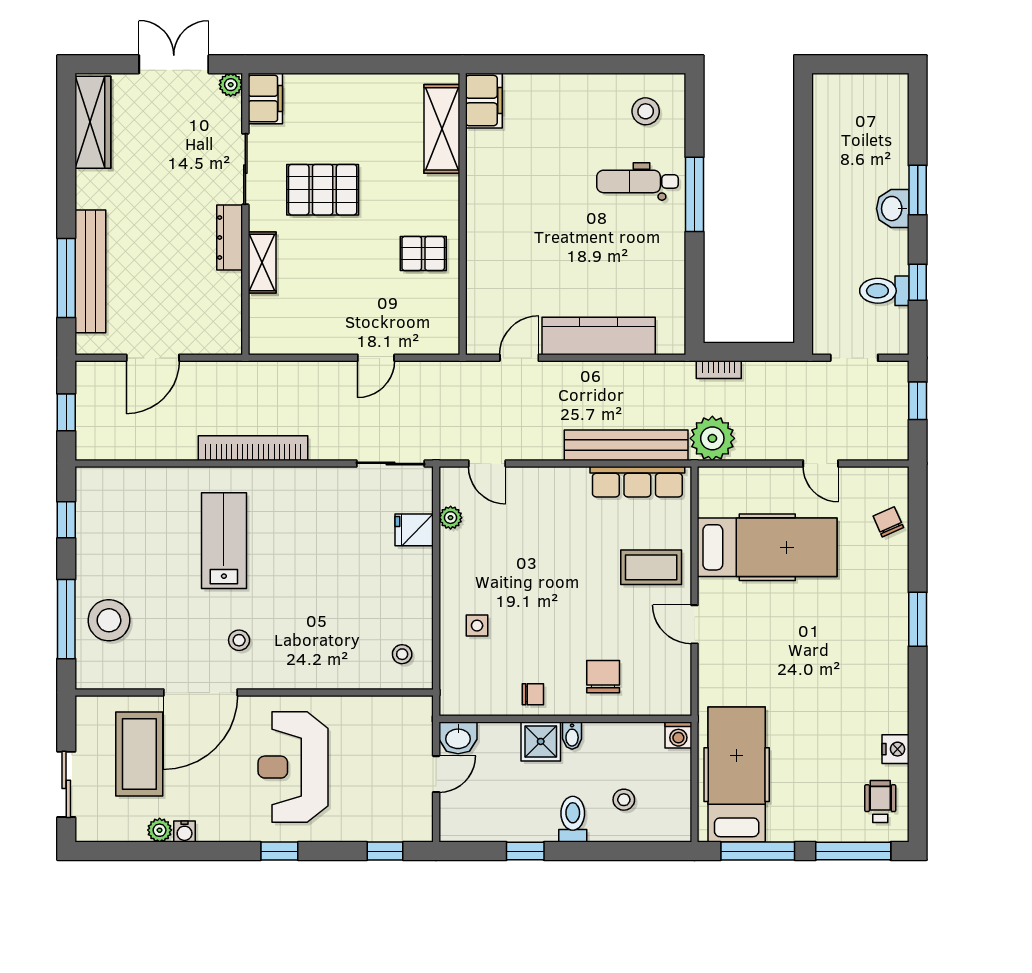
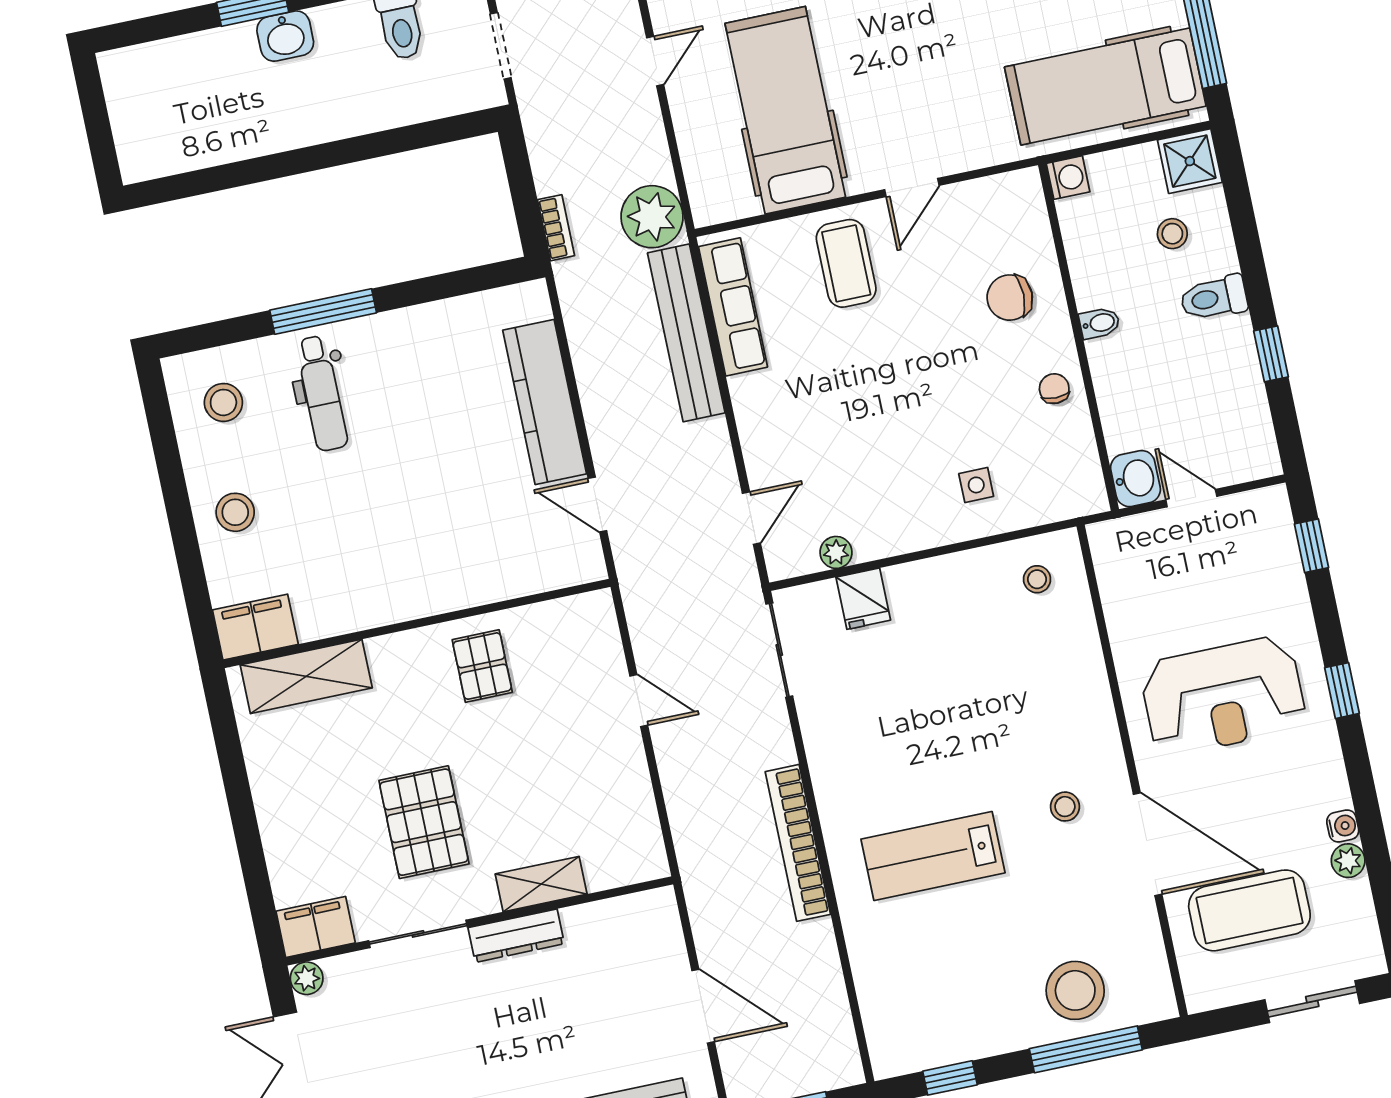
stool: (567, 103) -> (235, 512), added
shower: (541, 741) -> (1190, 161), moved

